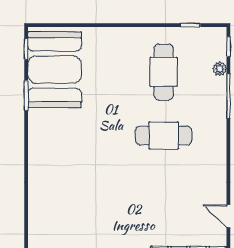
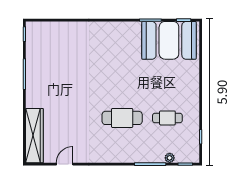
cafe table: (164, 72) -> (167, 118), width x0.73, depth x0.74
cafe table: (164, 135) -> (122, 118), turned 90

